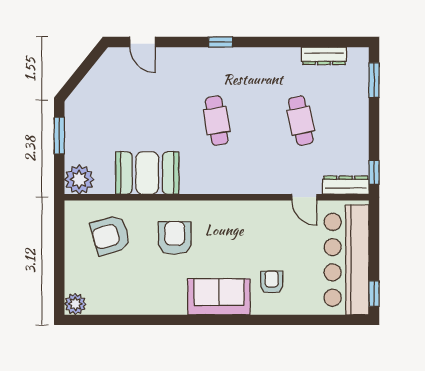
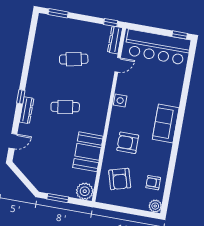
dresser: (324, 56) -> (27, 110), moved
side table: (244, 212) -> (120, 101), added
armchair: (272, 282) -> (153, 183), moved

